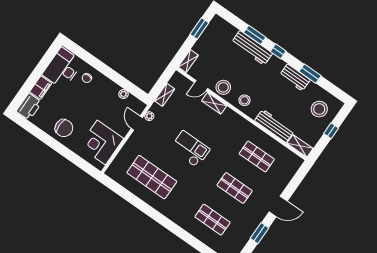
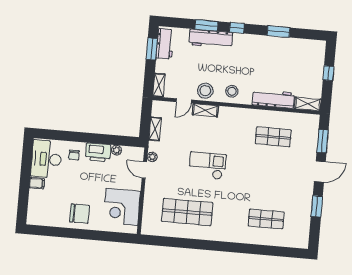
workbench: (295, 77) -> (165, 44), moved, turned -90
filing cabinet: (41, 88) -> (37, 183), width x0.50
printer: (29, 107) -> (98, 152), moved, turned 90
stool: (319, 109) -> (306, 59), removed
window: (295, 183) -> (323, 141), added
shop shelf: (235, 188) -> (270, 178), removed

